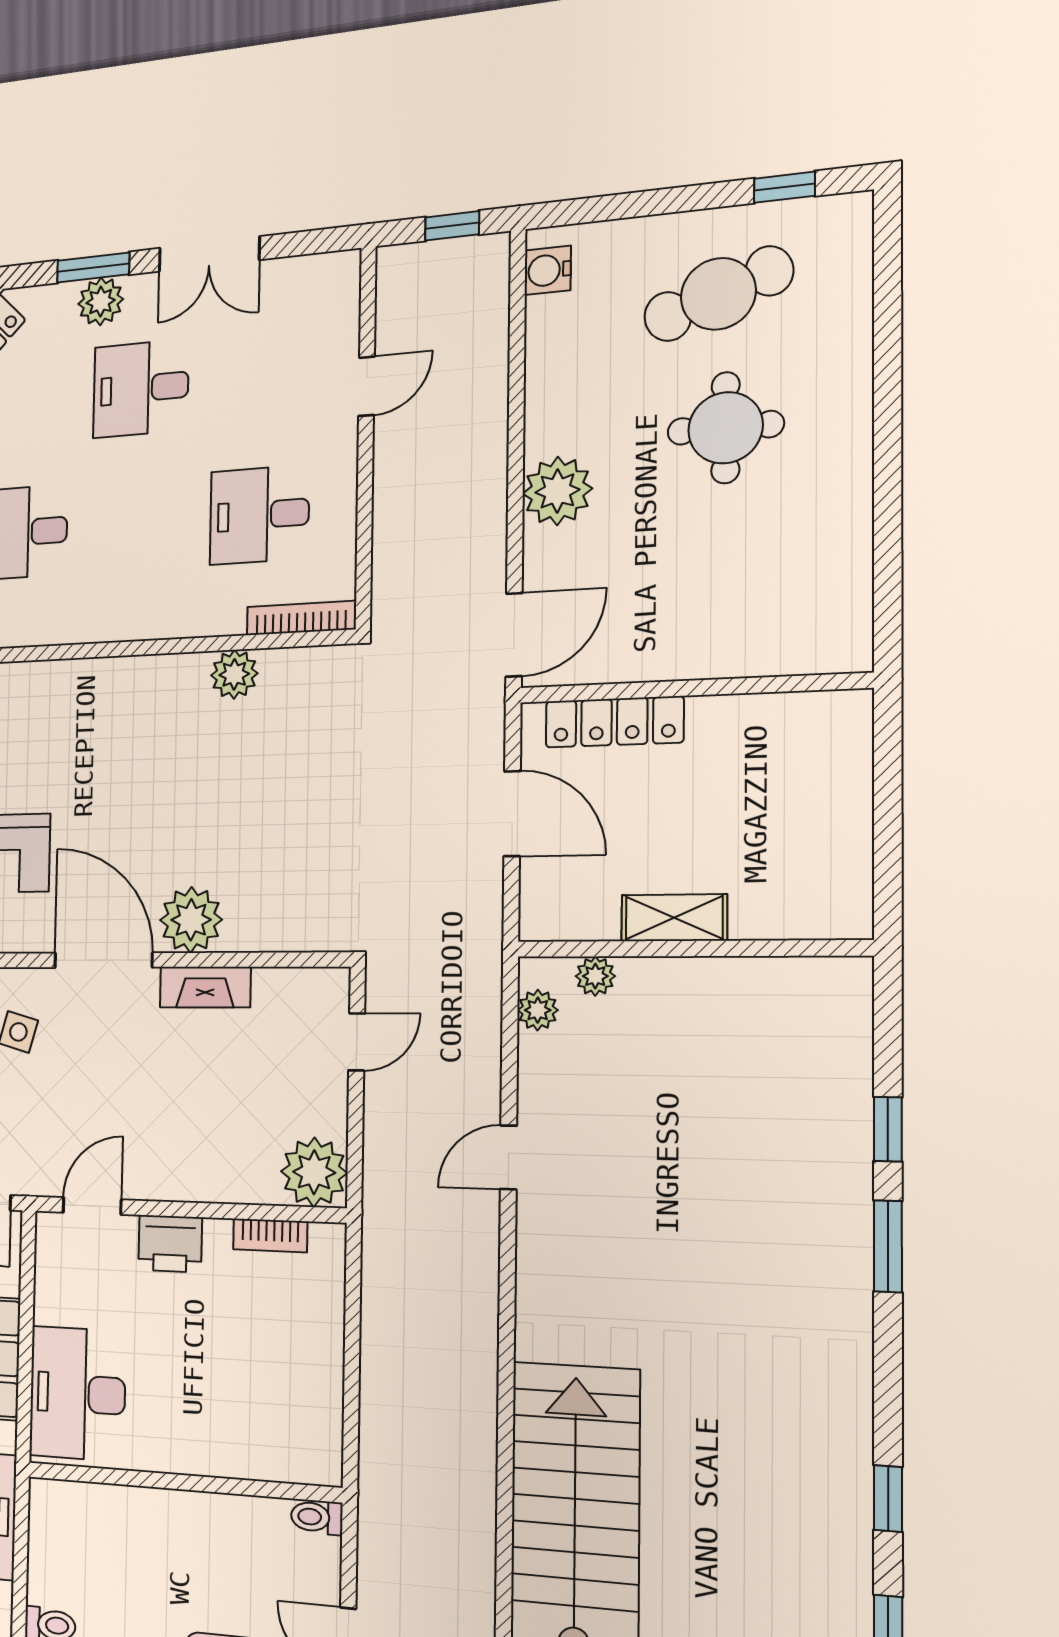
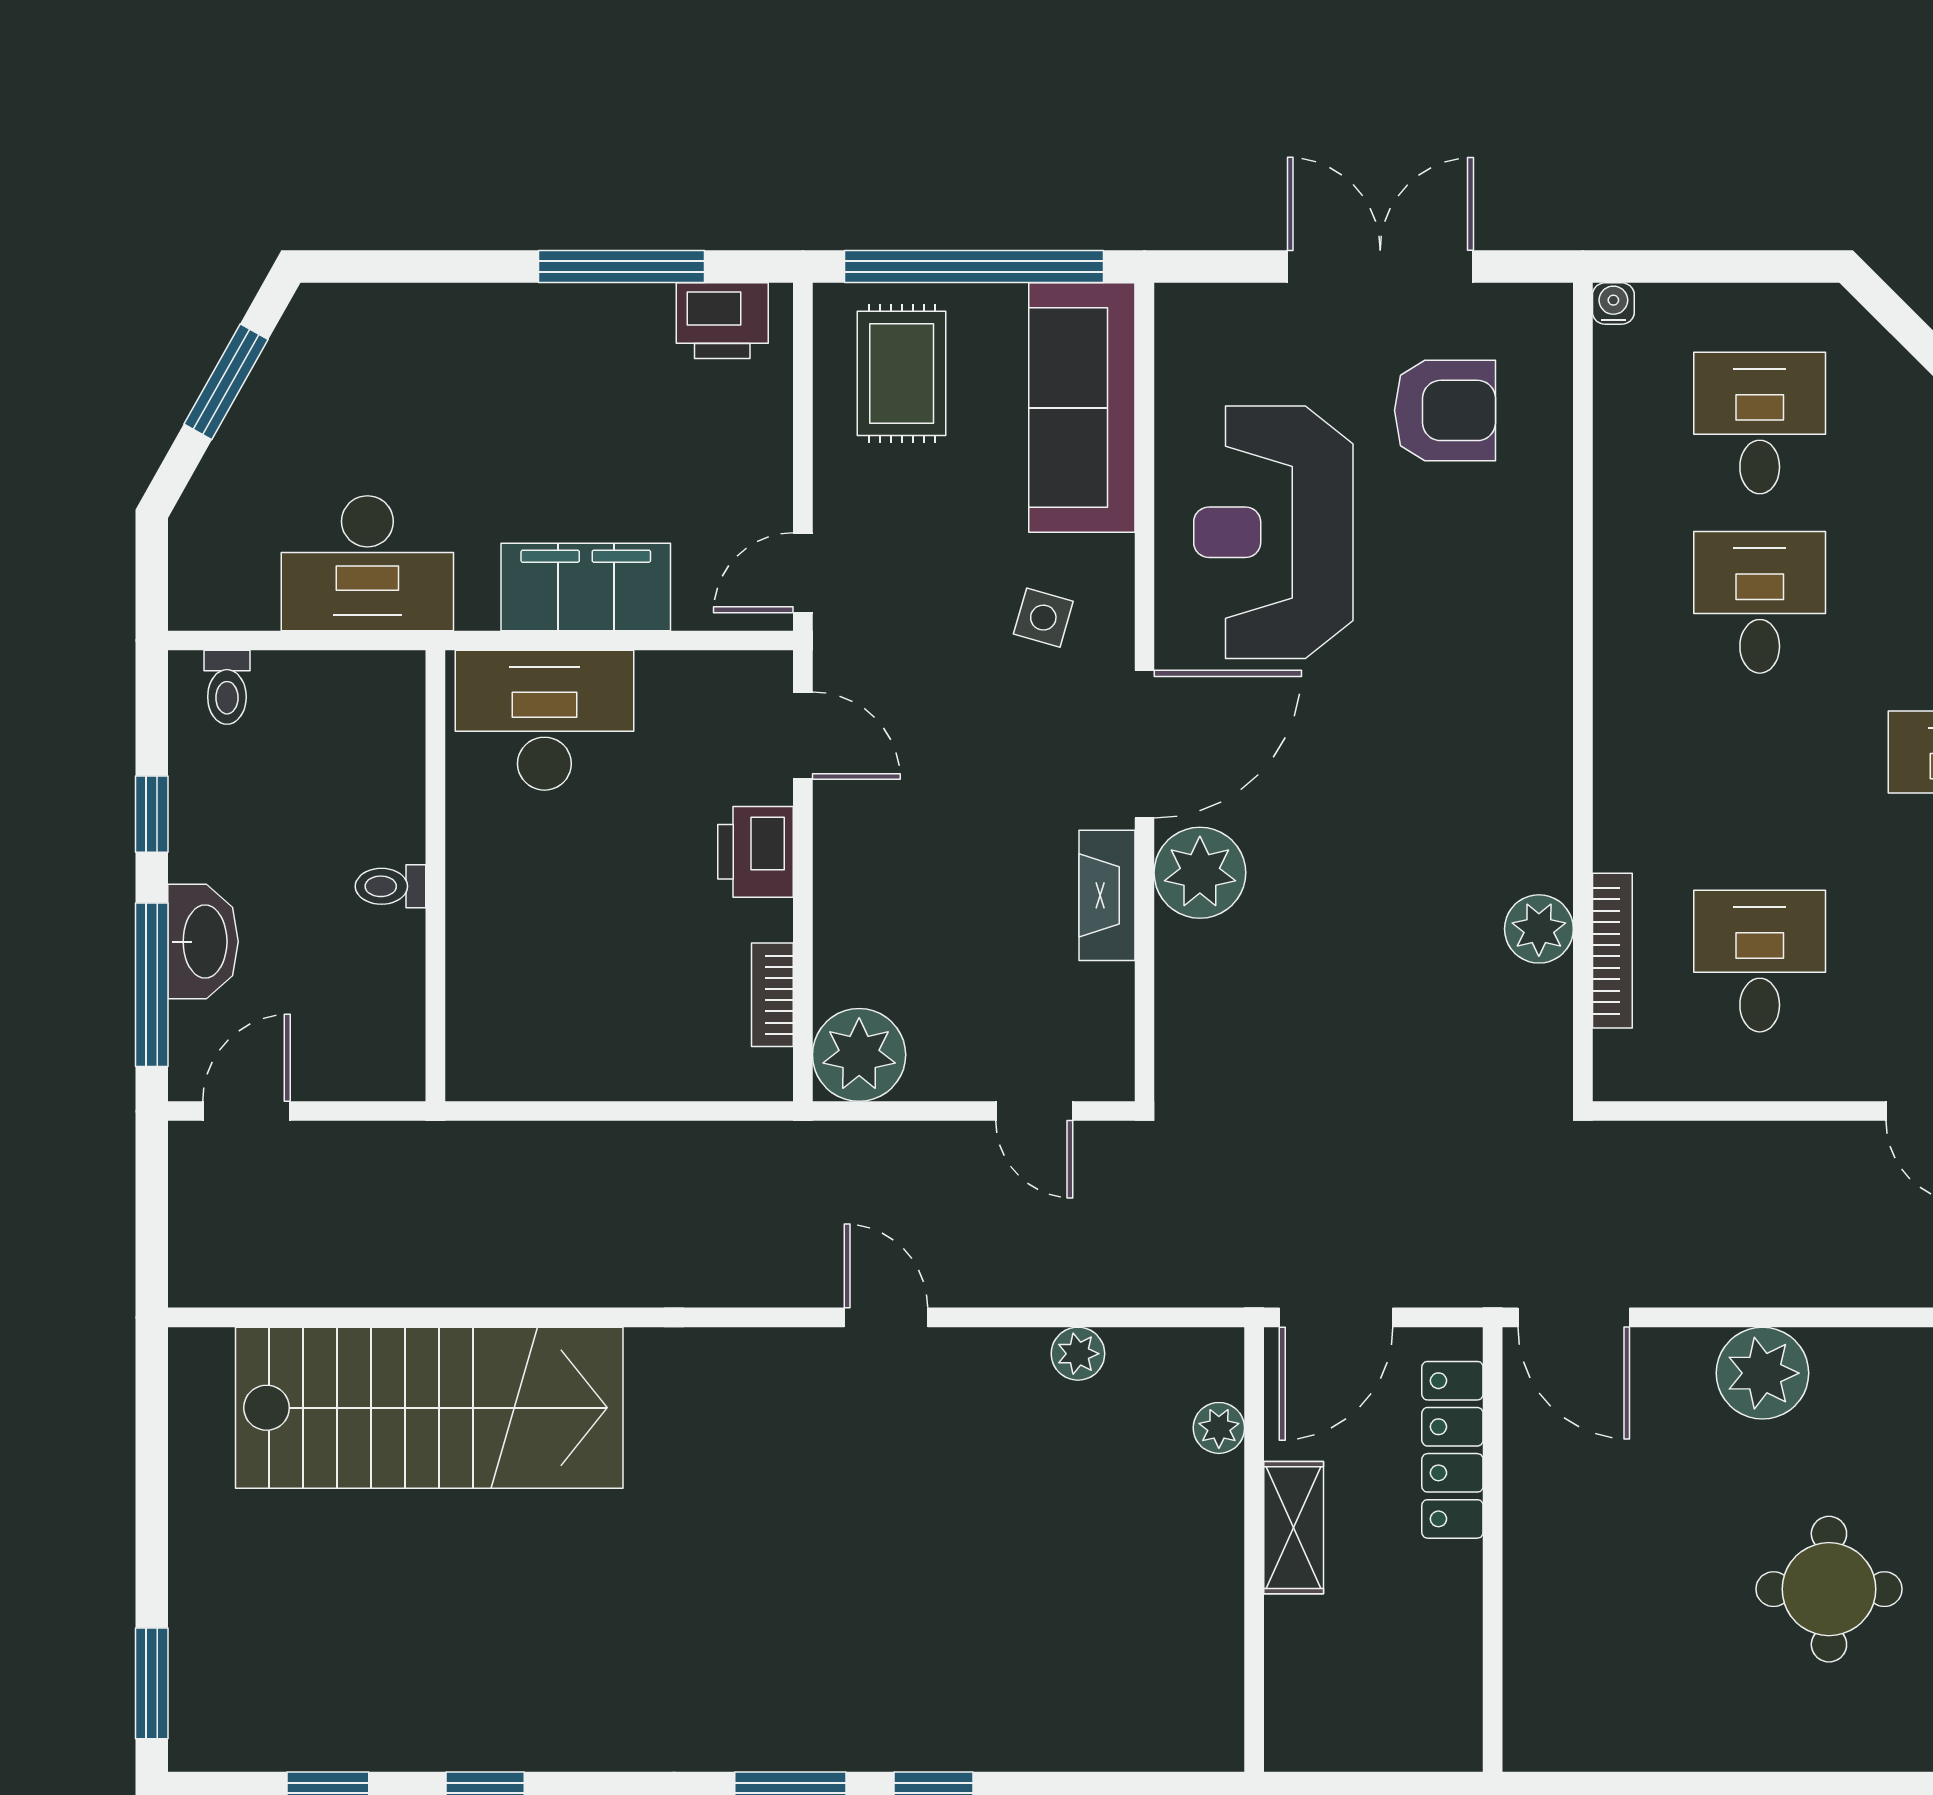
bookcase: (301, 618) -> (1612, 951), moved
shelving: (674, 918) -> (1294, 1528), moved
wall: (691, 949) -> (1254, 1549), moved
plant: (595, 976) -> (1219, 1428), moved
toilet: (317, 1517) -> (391, 886), moved, turned -90

